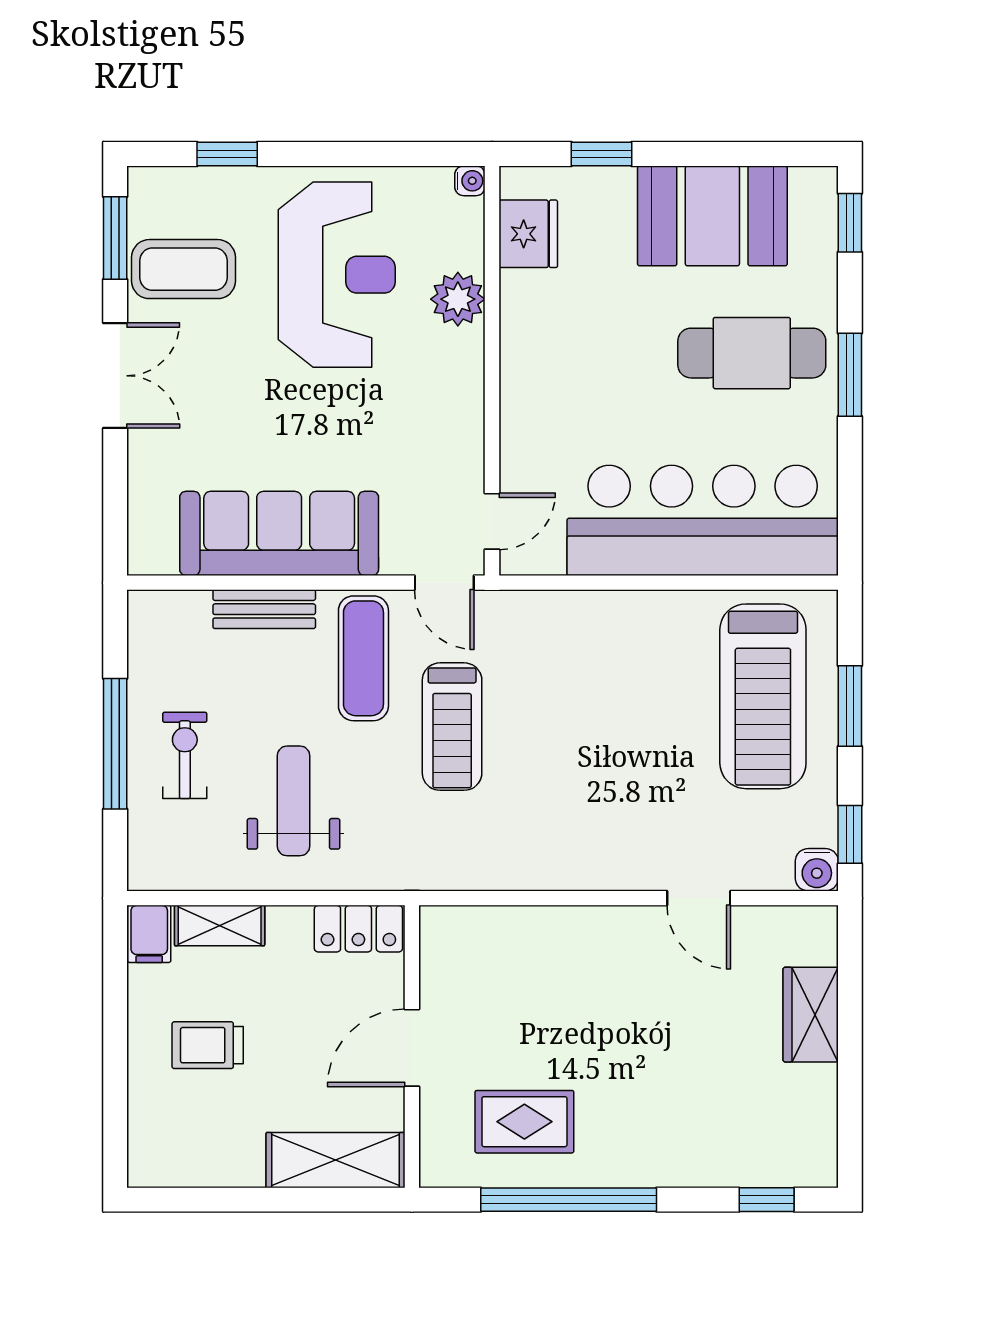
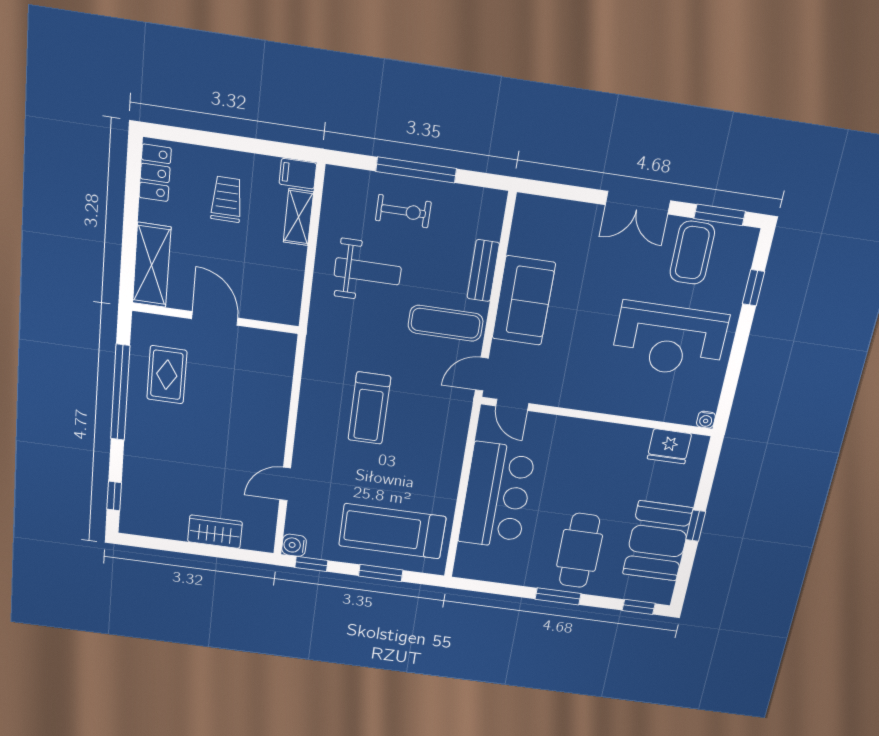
window: (601, 154) -> (696, 526), moved
plant: (458, 299) -> (641, 404), removed
bar counter: (703, 520) -> (497, 496), width x0.73
sofa: (279, 533) -> (524, 301), width x0.73
treadmill: (452, 727) -> (369, 408), moved, turned -90
locker: (358, 929) -> (155, 173), moved, turned 180

